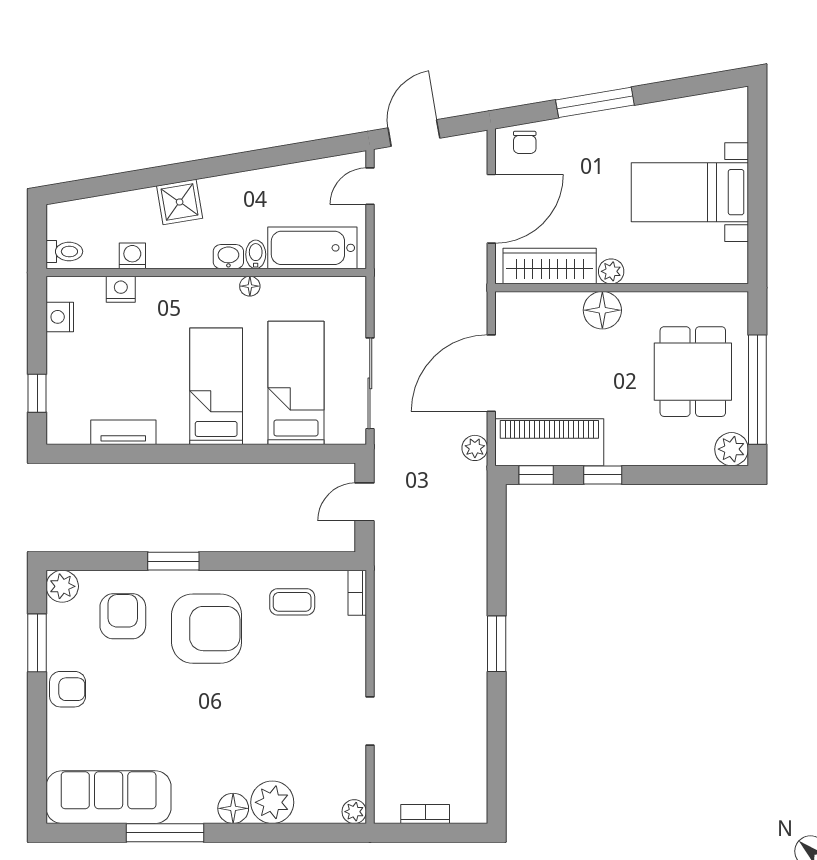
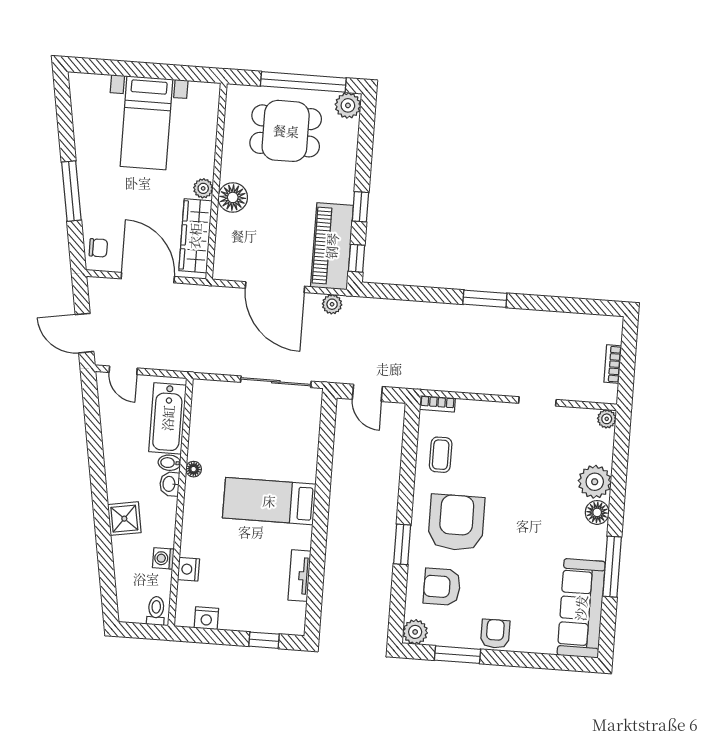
bed: (296, 383) -> (271, 439), removed

